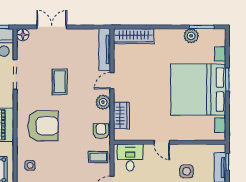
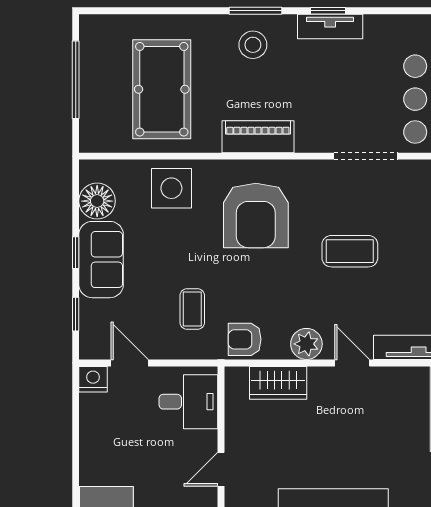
armchair: (101, 131) -> (245, 339), turned 180
coffee table: (98, 157) -> (192, 309), moved
side table: (30, 165) -> (171, 188), width x1.87, depth x1.87

